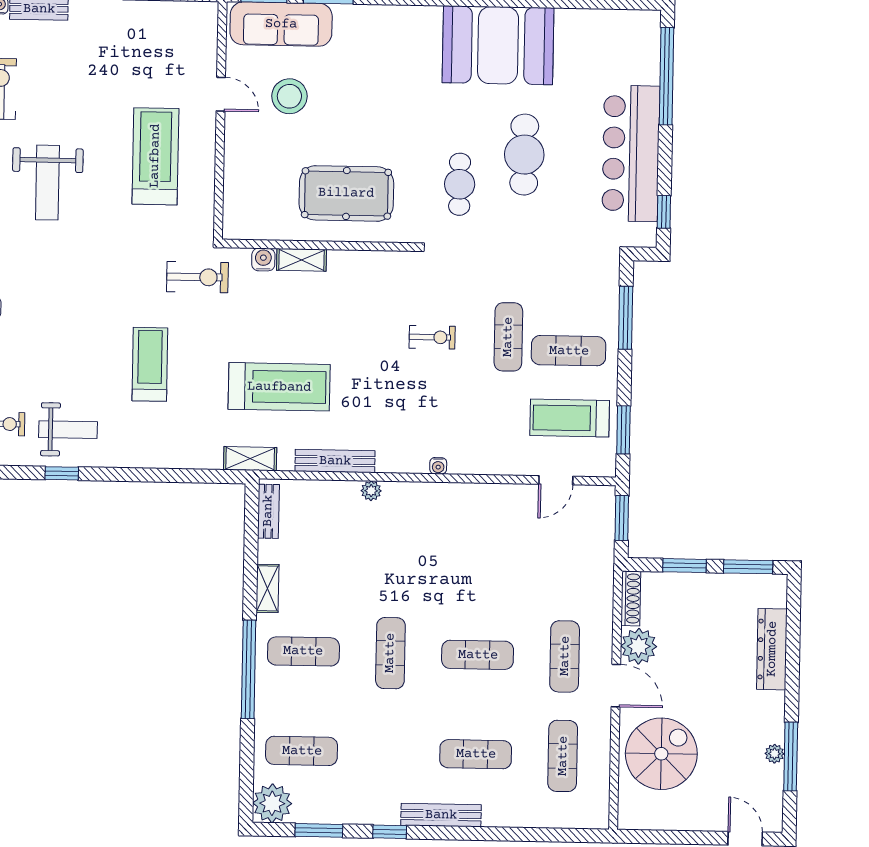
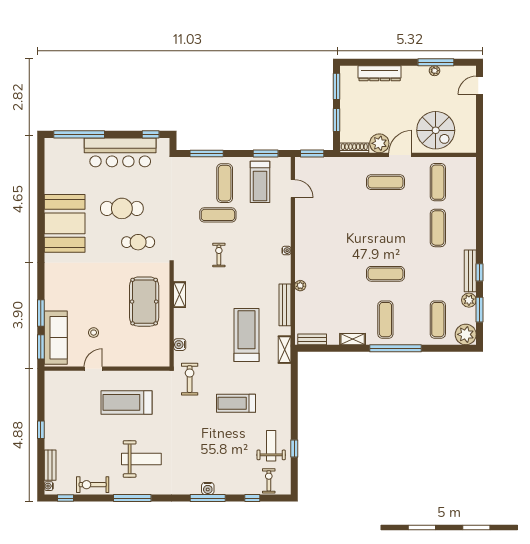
stool: (289, 96) -> (94, 333), width x0.53, depth x0.53
shelving: (301, 260) -> (179, 295), moved
exercise mat: (478, 655) -> (385, 228), removed
spiral stairs: (661, 754) -> (436, 130), turned 180
exercise mat: (563, 756) -> (438, 182), turned 90
plant: (337, 811) -> (469, 300), added
bench: (441, 815) -> (470, 271), moved

